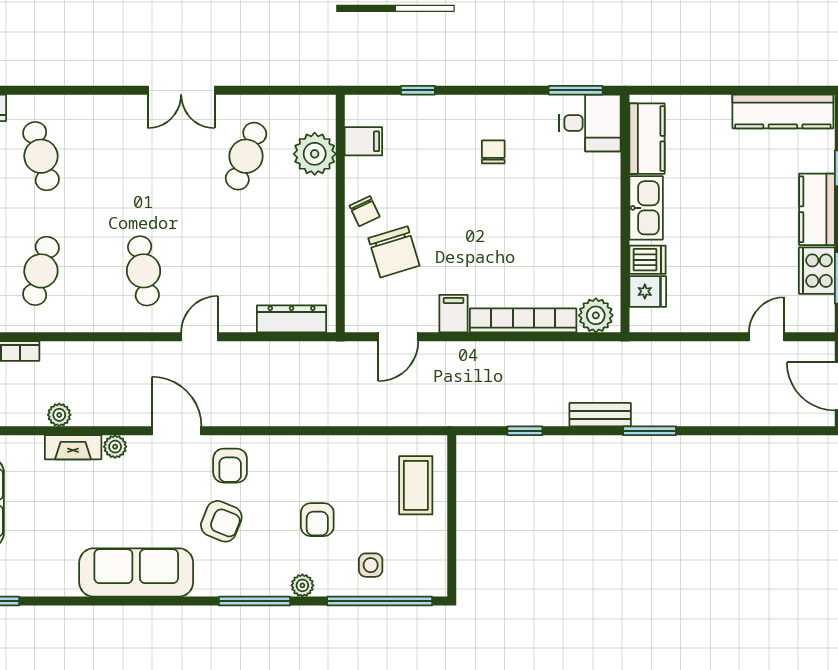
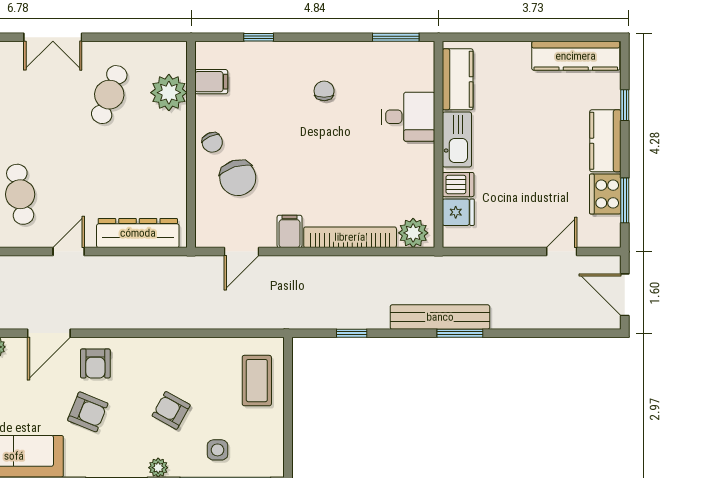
desk: (590, 123) -> (408, 117), moved
dresser: (292, 319) -> (138, 233), width x1.37, depth x1.24
bench: (600, 415) -> (440, 317), width x1.86, depth x1.21
door: (177, 431) -> (49, 333), swing flipped
armchair: (317, 520) -> (171, 410), turned 119

